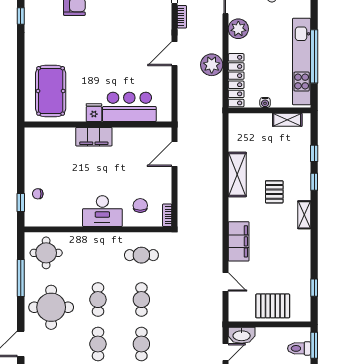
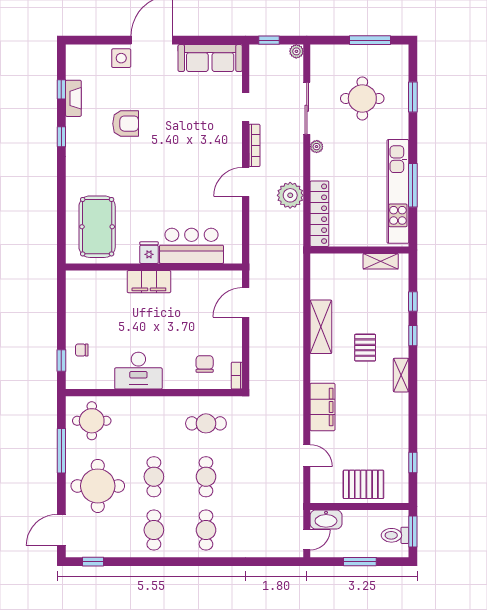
bookcase: (182, 17) -> (254, 145), width x1.56
plant: (238, 29) -> (317, 147), width x0.53, depth x0.53
window: (314, 56) -> (413, 185), width x0.68
water cooler: (265, 102) -> (354, 240), removed
desk: (102, 211) -> (138, 371), moved

